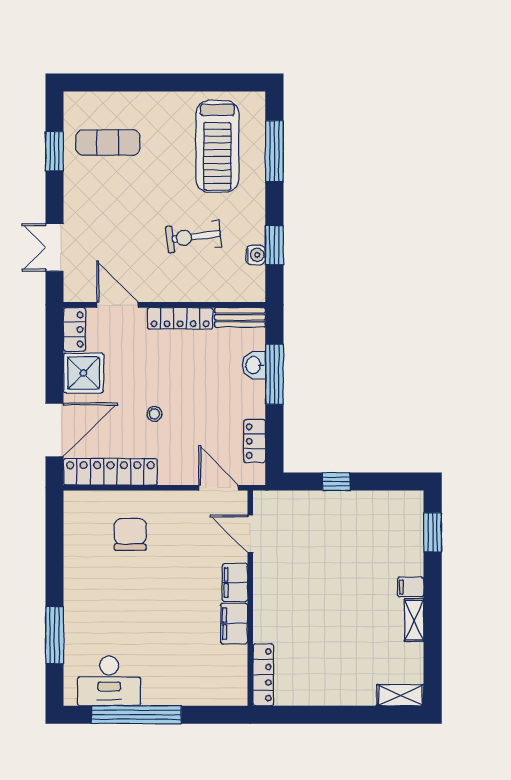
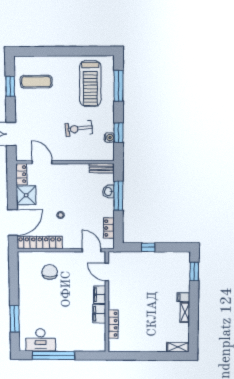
locker: (180, 318) -> (73, 169), removed
locker: (263, 675) -> (113, 324), moved

